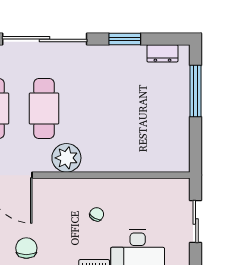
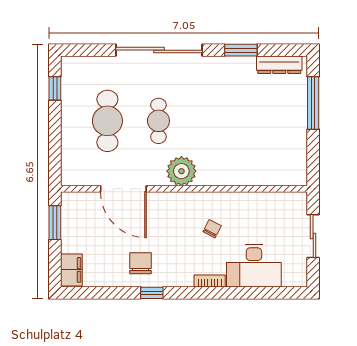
dresser: (162, 53) -> (279, 65), width x1.44
cafe table: (44, 108) -> (158, 121), width x0.73, depth x0.74

